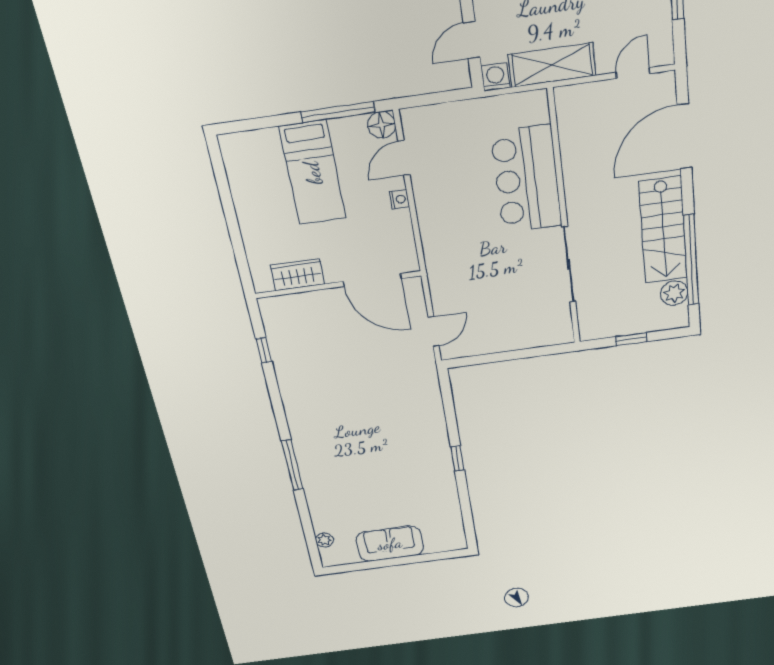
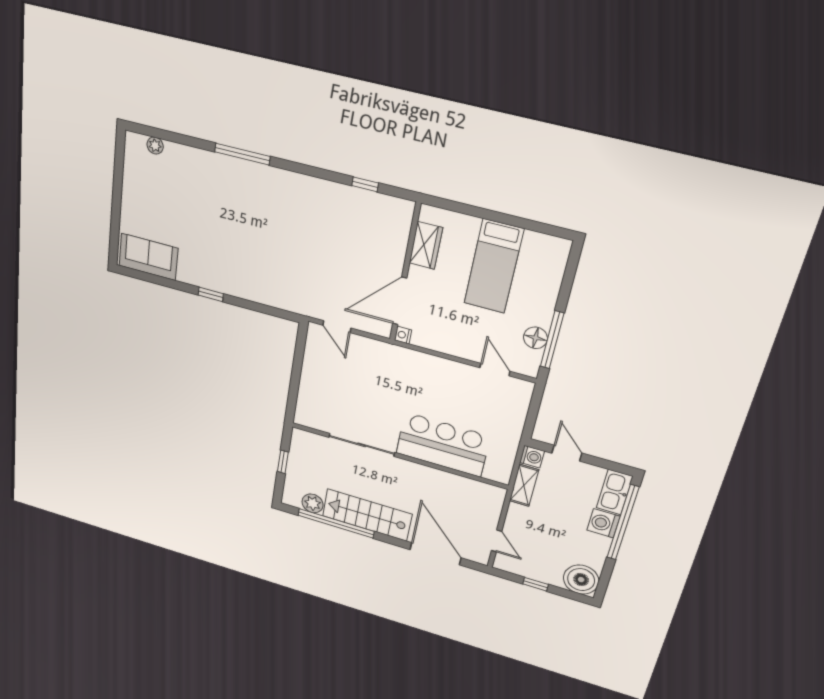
shelving: (552, 65) -> (524, 485), width x0.67, depth x0.75
floor lamp: (382, 125) -> (535, 338), moved
bed: (313, 173) -> (494, 266), moved, turned -90
nightstand: (399, 199) -> (403, 335), moved, turned 90
sofa: (390, 544) -> (148, 257), moved, turned -90

